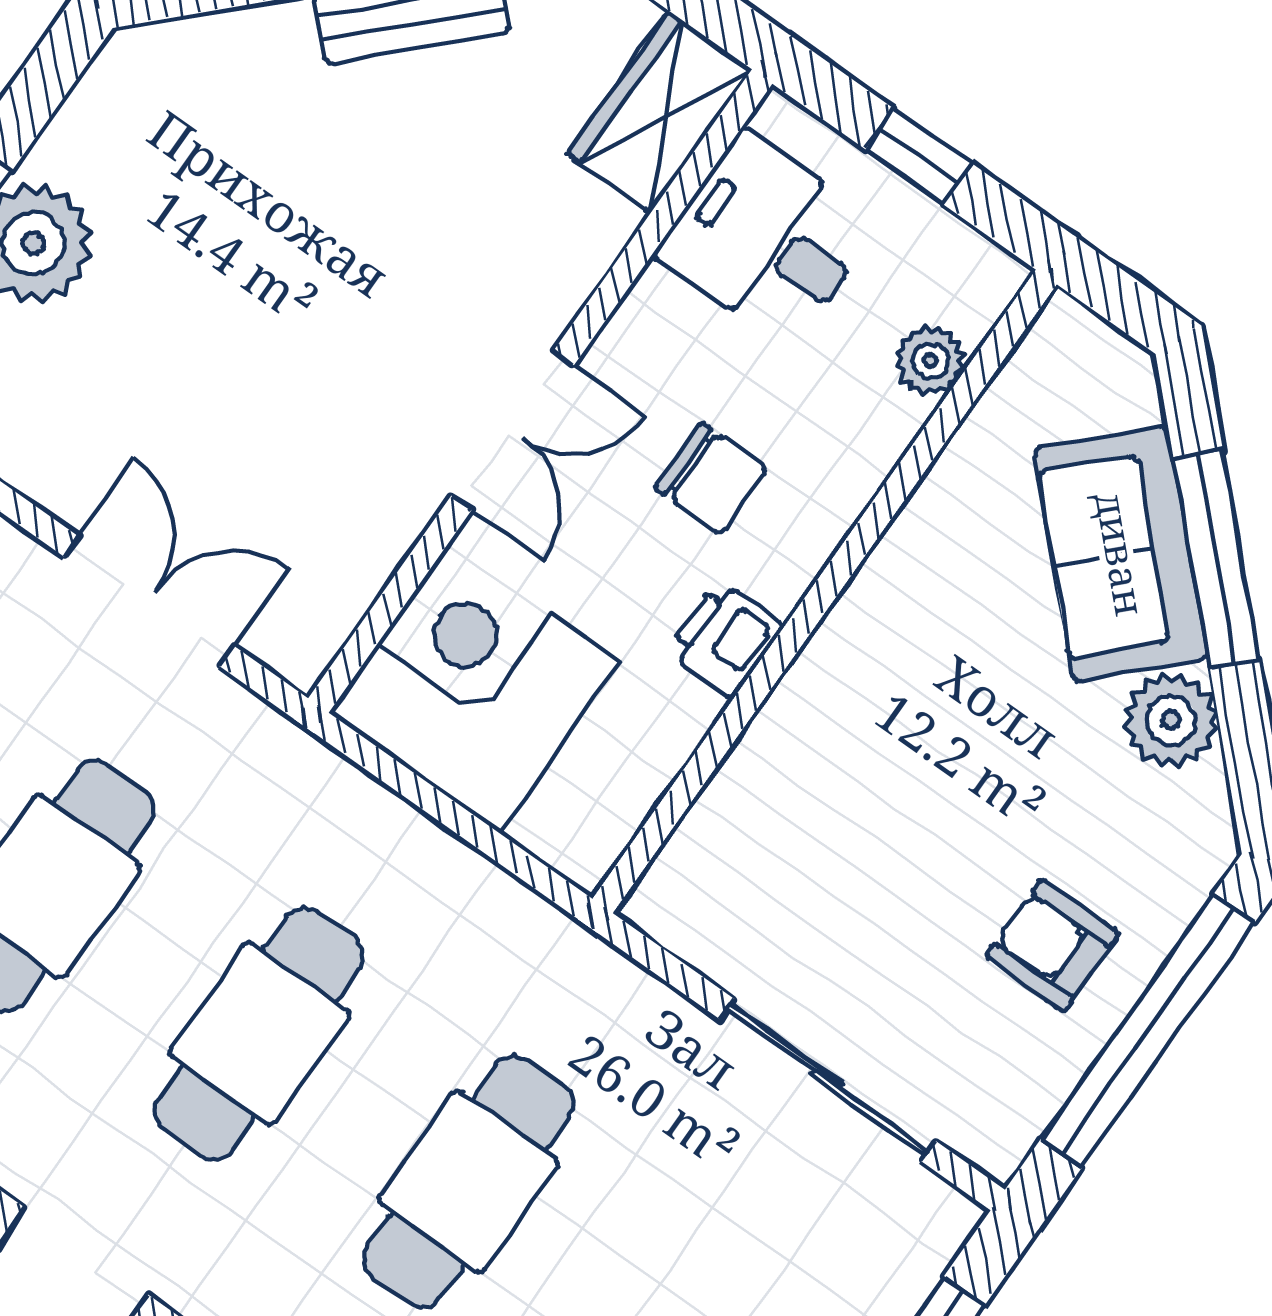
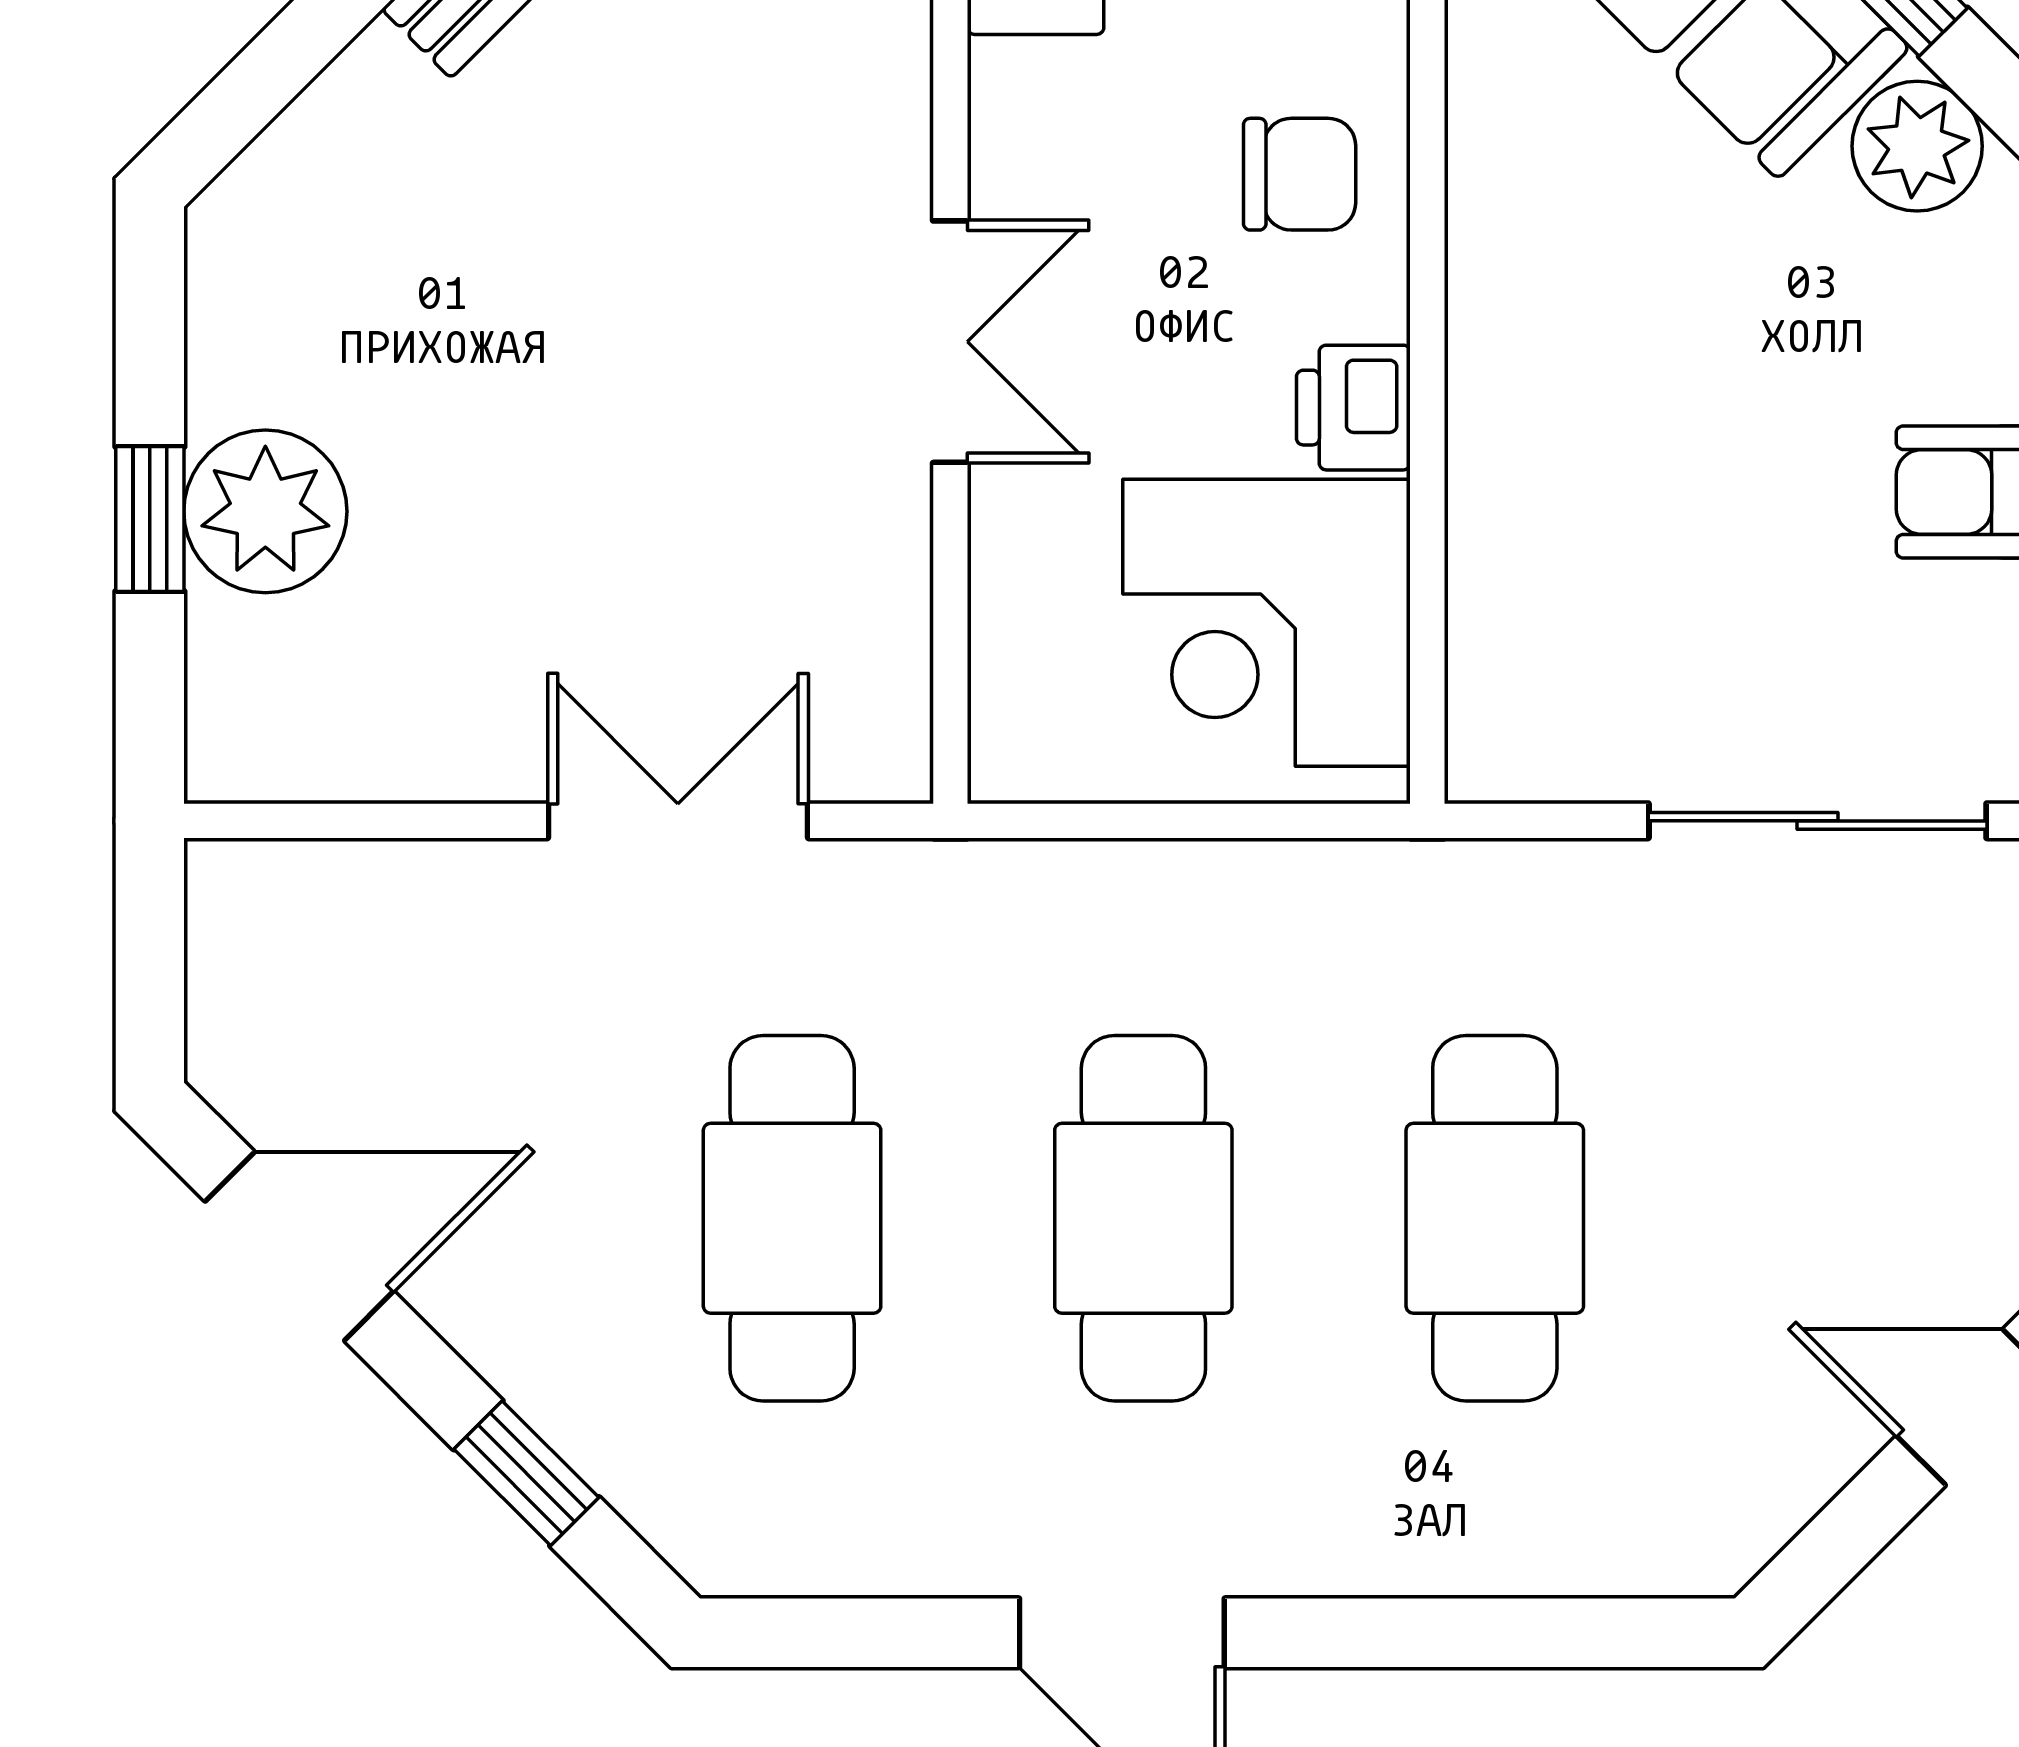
chair: (711, 478) -> (1300, 174), moved
corner desk: (475, 688) -> (1267, 623), moved, turned -90

